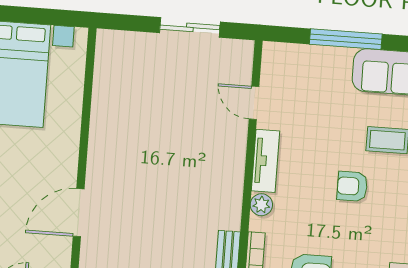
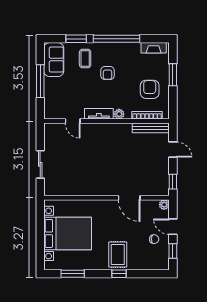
sliding door: (190, 27) -> (40, 164), moved
door: (254, 103) -> (73, 121), hinge flipped

